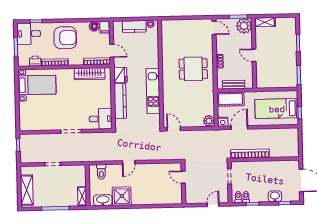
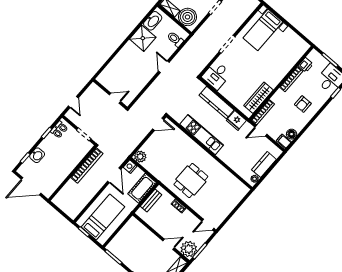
armchair: (65, 38) -> (303, 104), width x0.53, depth x0.53
door: (254, 55) -> (169, 244), moved
bed with nightstands: (37, 85) -> (263, 30), moved
boiler: (77, 178) -> (188, 17), added

